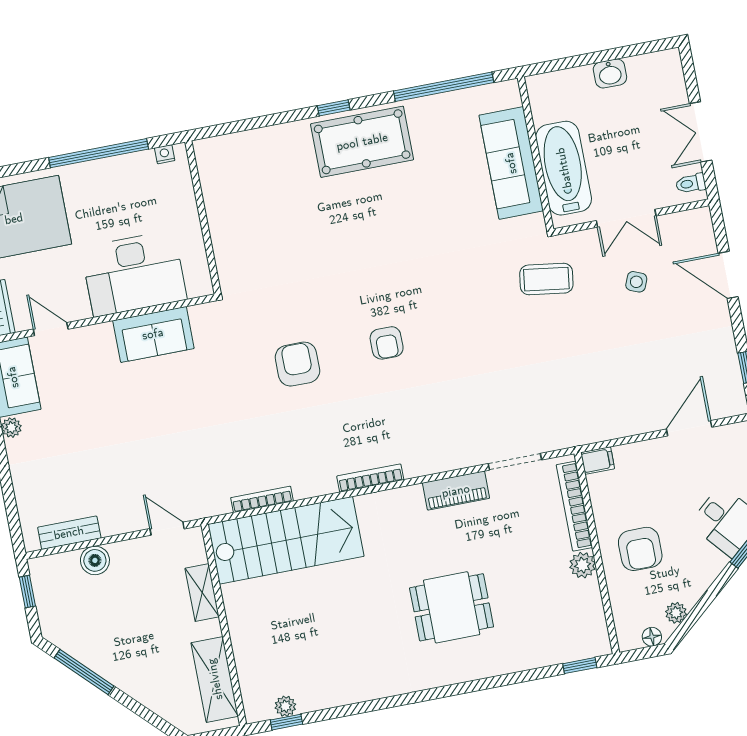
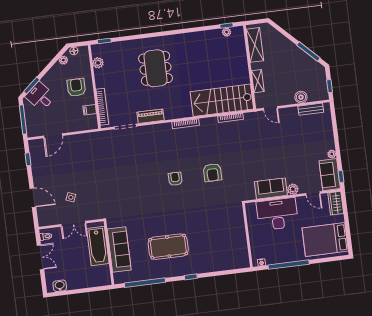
washbasin: (610, 73) -> (60, 286), moved
pool table: (362, 142) -> (168, 247), moved
double door: (626, 218) -> (73, 224), swing flipped
coffee table: (546, 279) -> (108, 201), removed
plant: (100, 336) -> (293, 189), added
filing cabinet: (598, 461) -> (90, 110), moved
plant: (583, 565) -> (98, 63), moved
dining table: (452, 607) -> (155, 68), width x1.38

